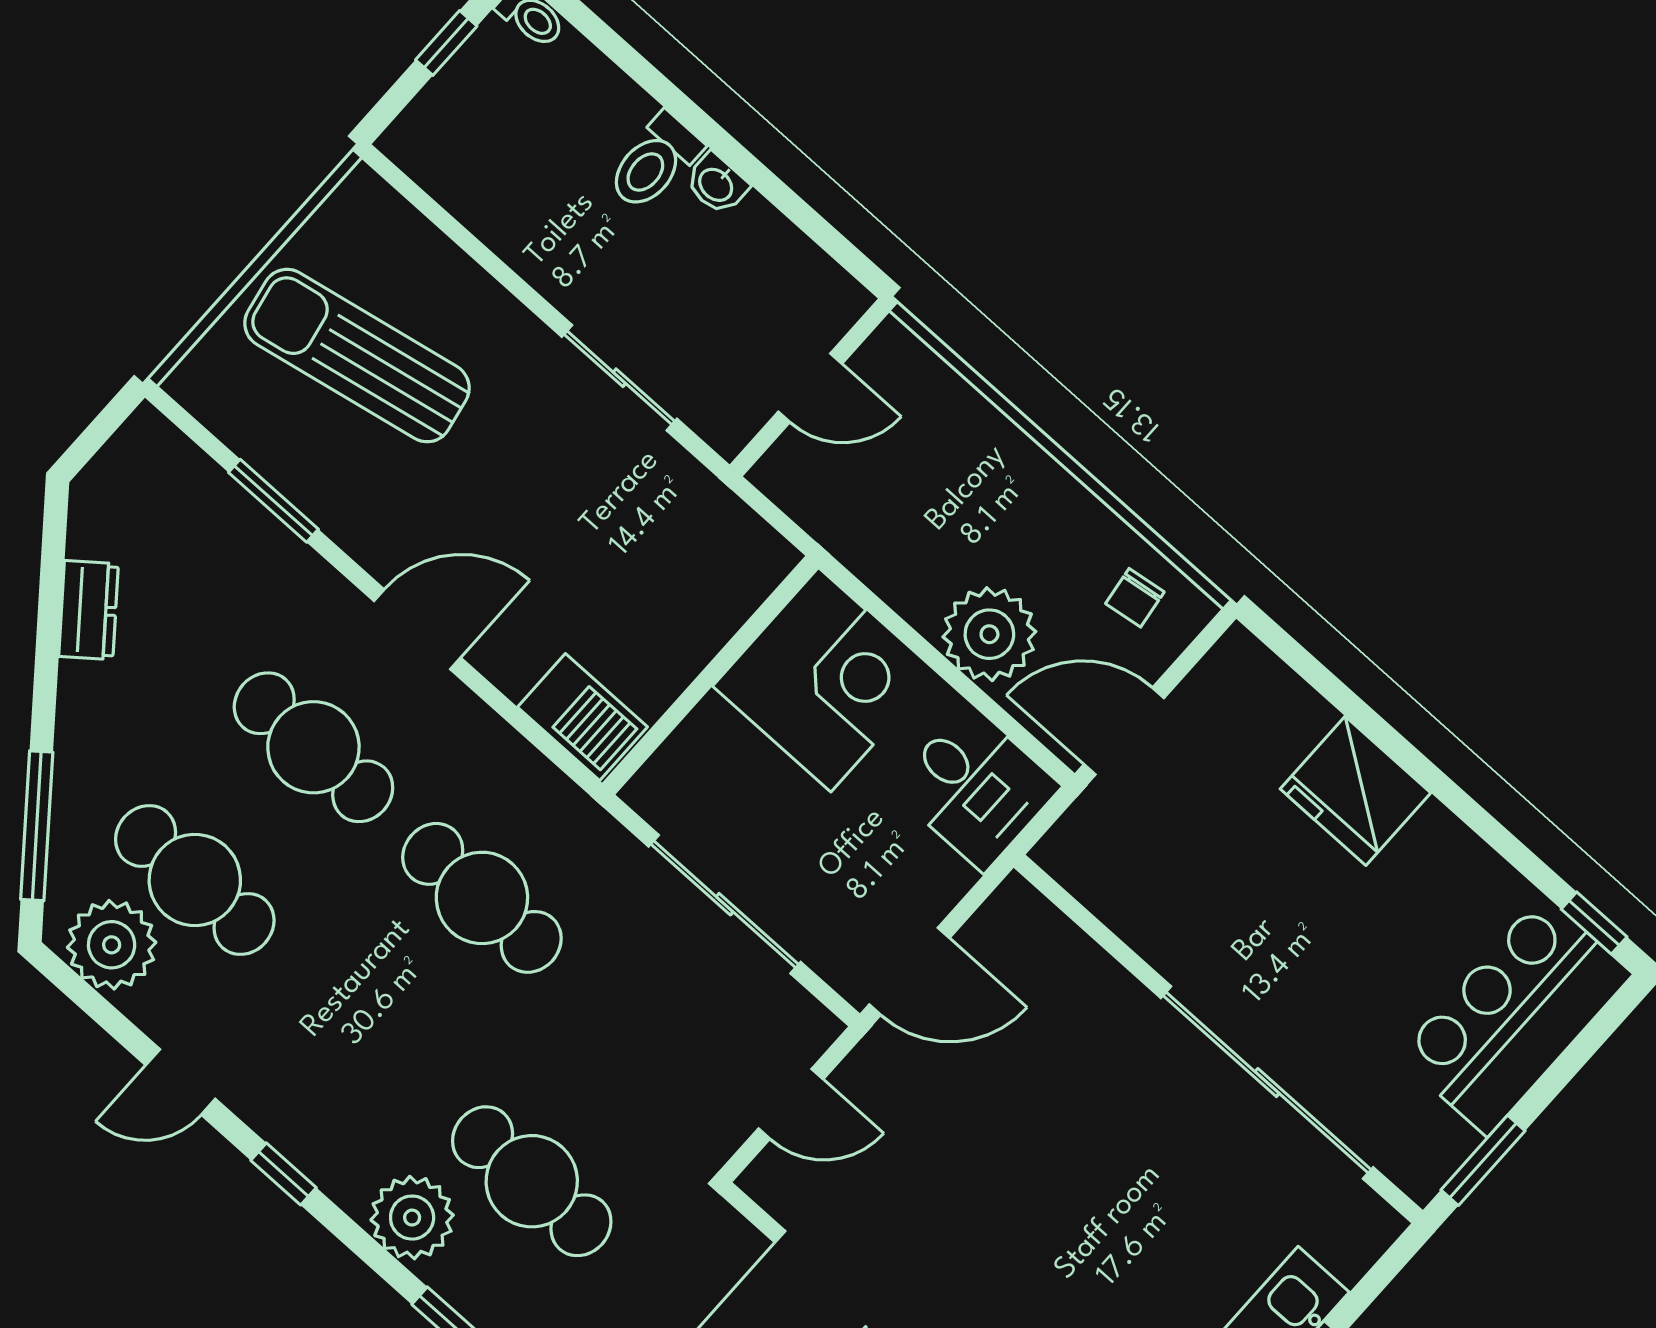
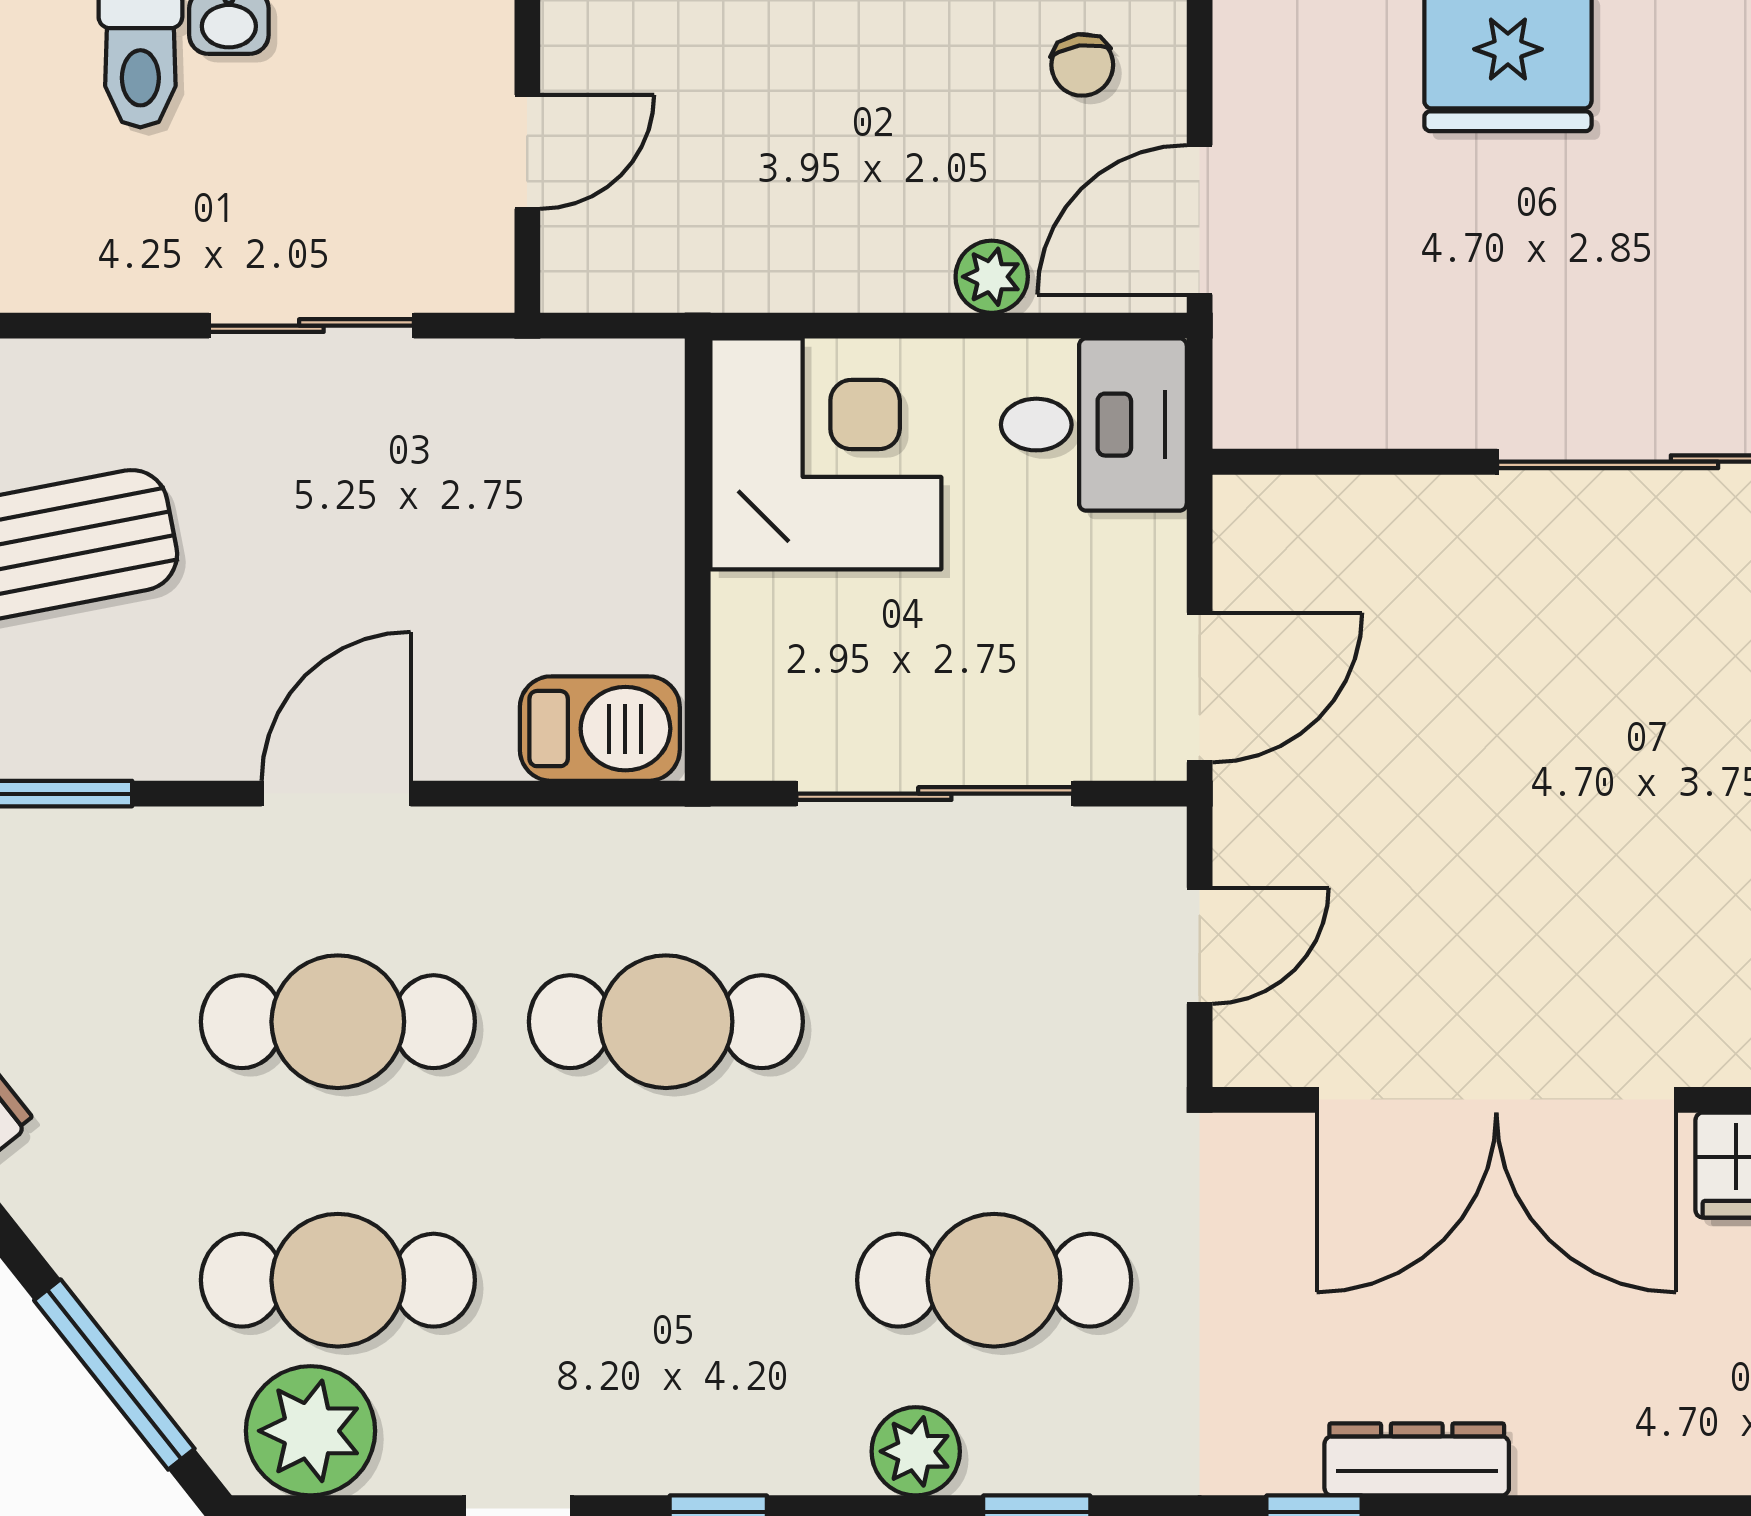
plant: (989, 634) -> (992, 277), width x0.53, depth x0.53
plant: (412, 1218) -> (916, 1451), width x0.73, depth x0.73

